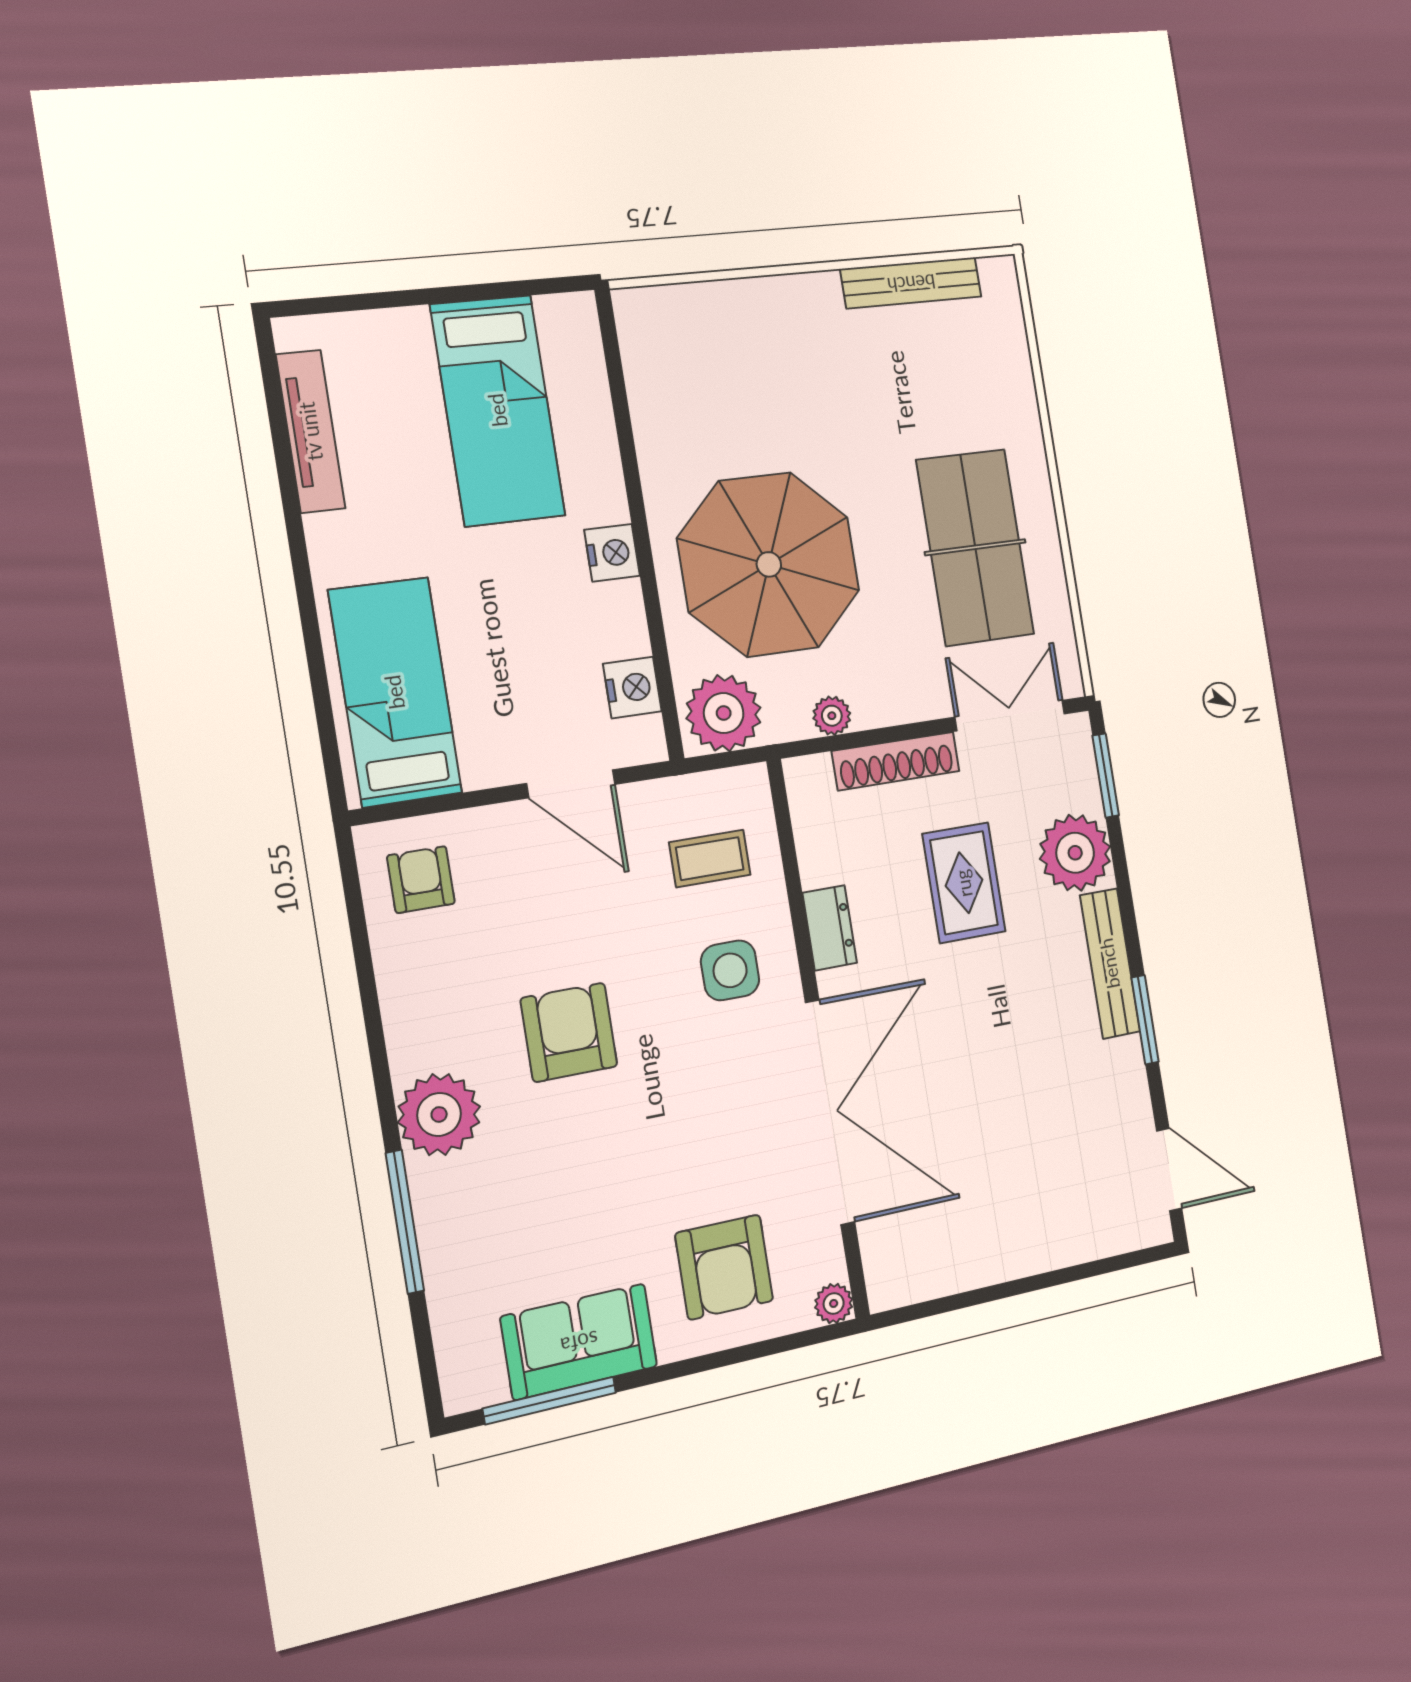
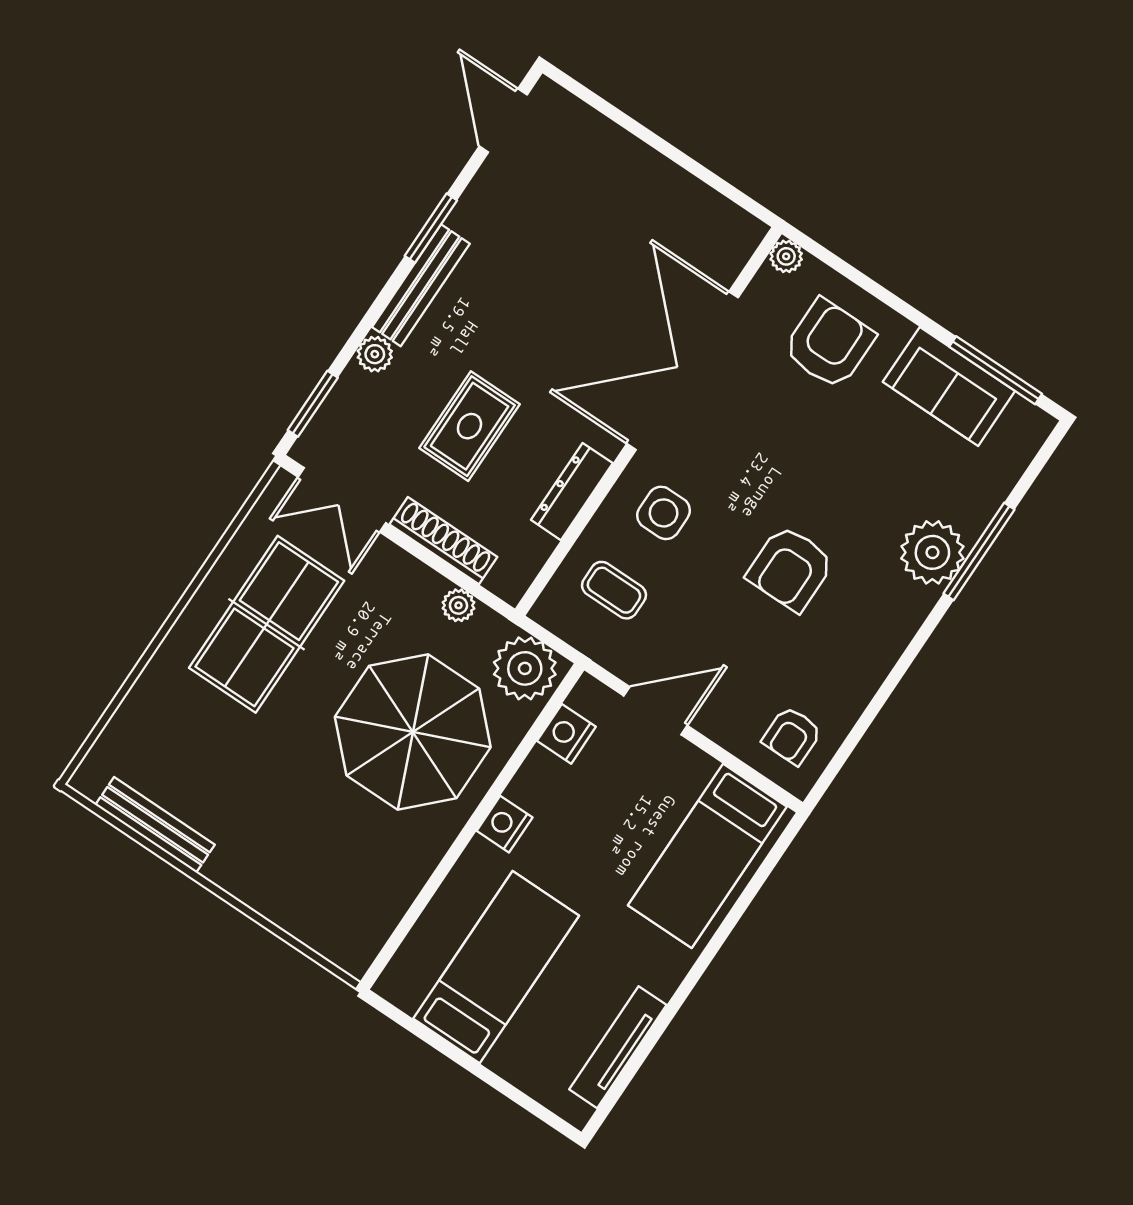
door: (571, 784) -> (656, 711), hinge flipped
plant: (1075, 853) -> (375, 354), width x0.53, depth x0.53
dresser: (830, 928) -> (572, 492), width x1.44
plant: (439, 1114) -> (932, 552), moved

